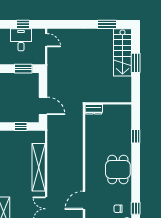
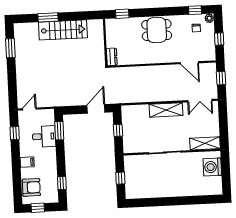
desk: (21, 40) -> (44, 136), moved, turned 180
stairs: (122, 52) -> (63, 30), moved
wall: (108, 103) -> (105, 42), moved
dresser: (94, 109) -> (112, 57), moved
shelving: (39, 167) -> (166, 110), width x0.68

